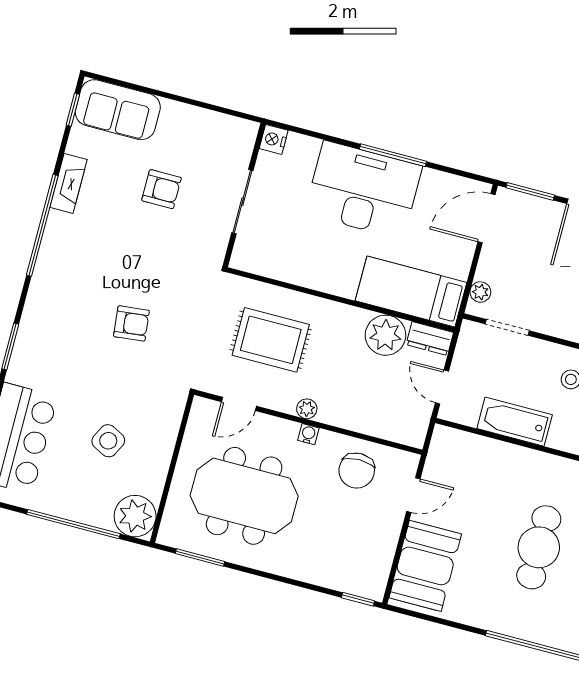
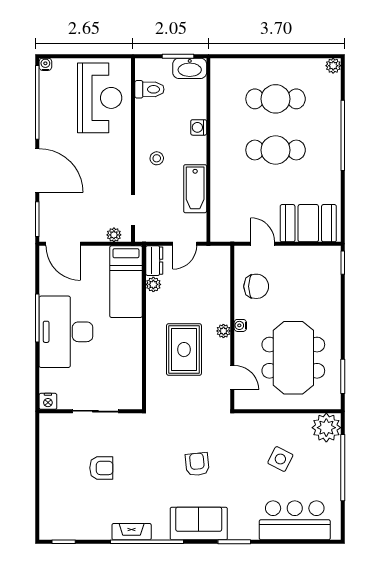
sofa: (118, 110) -> (199, 524), moved, turned -90
fireplace: (68, 183) -> (132, 532), moved
armchair: (161, 189) -> (101, 468), turned 90
plant: (385, 335) -> (153, 284), width x0.53, depth x0.53
rug: (271, 340) -> (184, 350), moved

